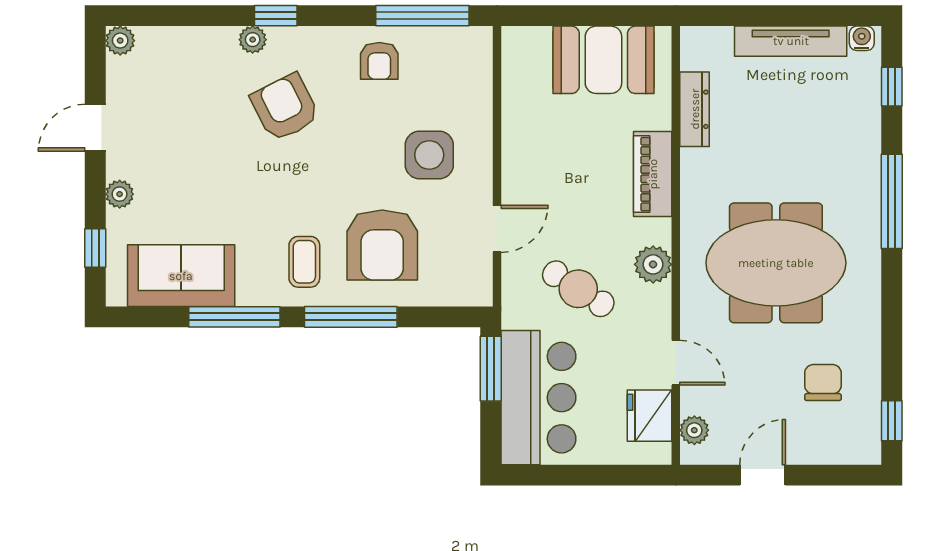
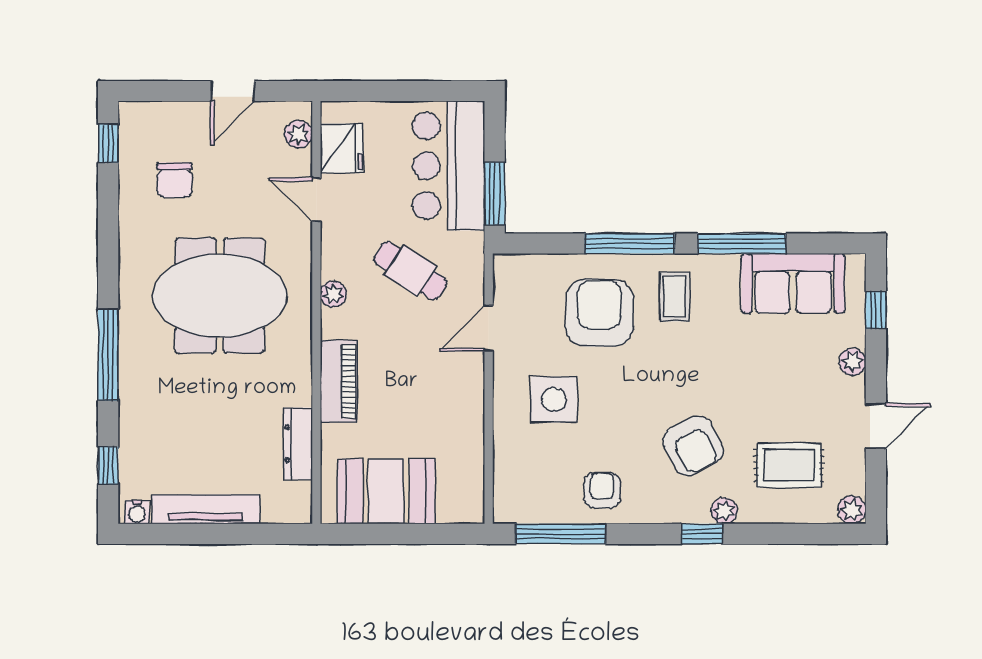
rug: (185, 87) -> (789, 465), added
plant: (653, 264) -> (333, 294), width x0.73, depth x0.73

